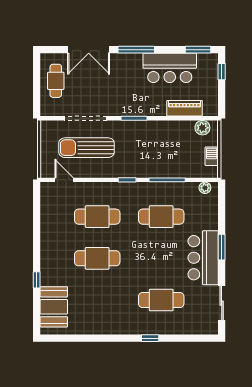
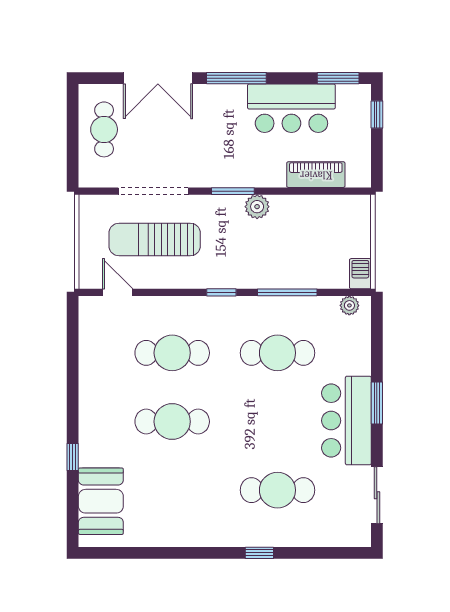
plant: (202, 128) -> (257, 207), moved
barbecue: (212, 156) -> (360, 274), moved

